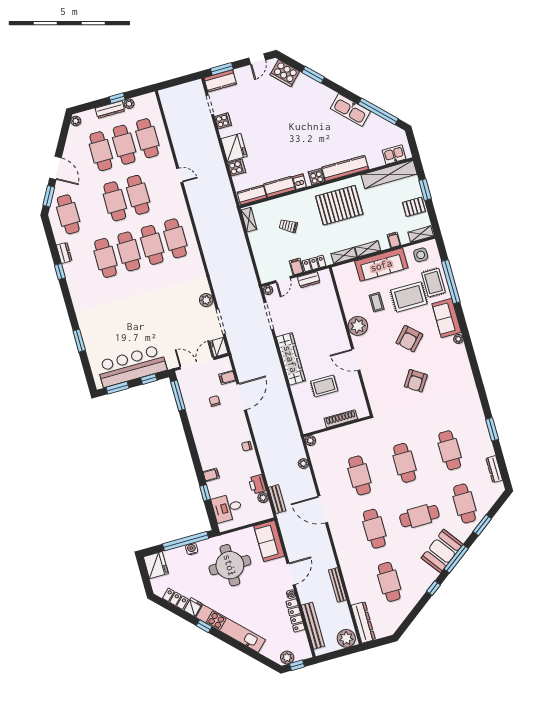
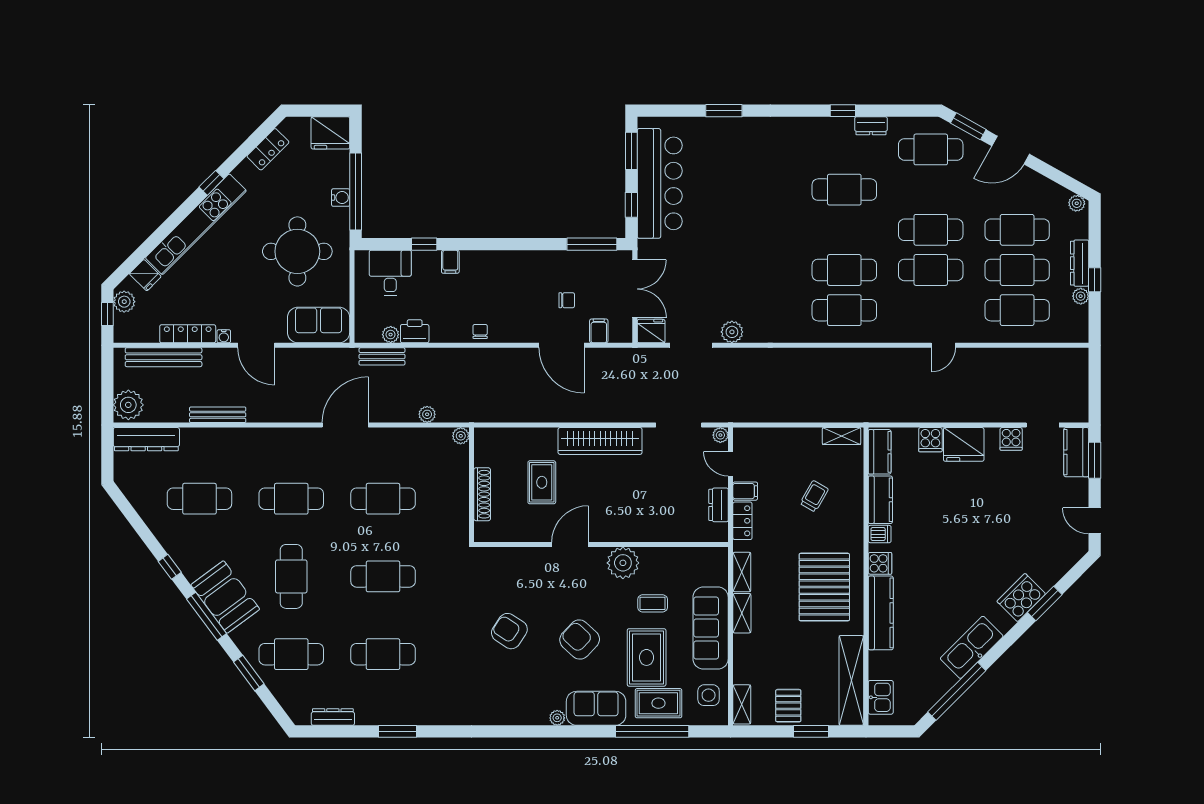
cooker: (285, 73) -> (1021, 598), moved
filing cabinet: (394, 240) -> (744, 659), removed
cafe table: (129, 251) -> (844, 230), removed
fridge: (193, 607) -> (145, 275), moved

